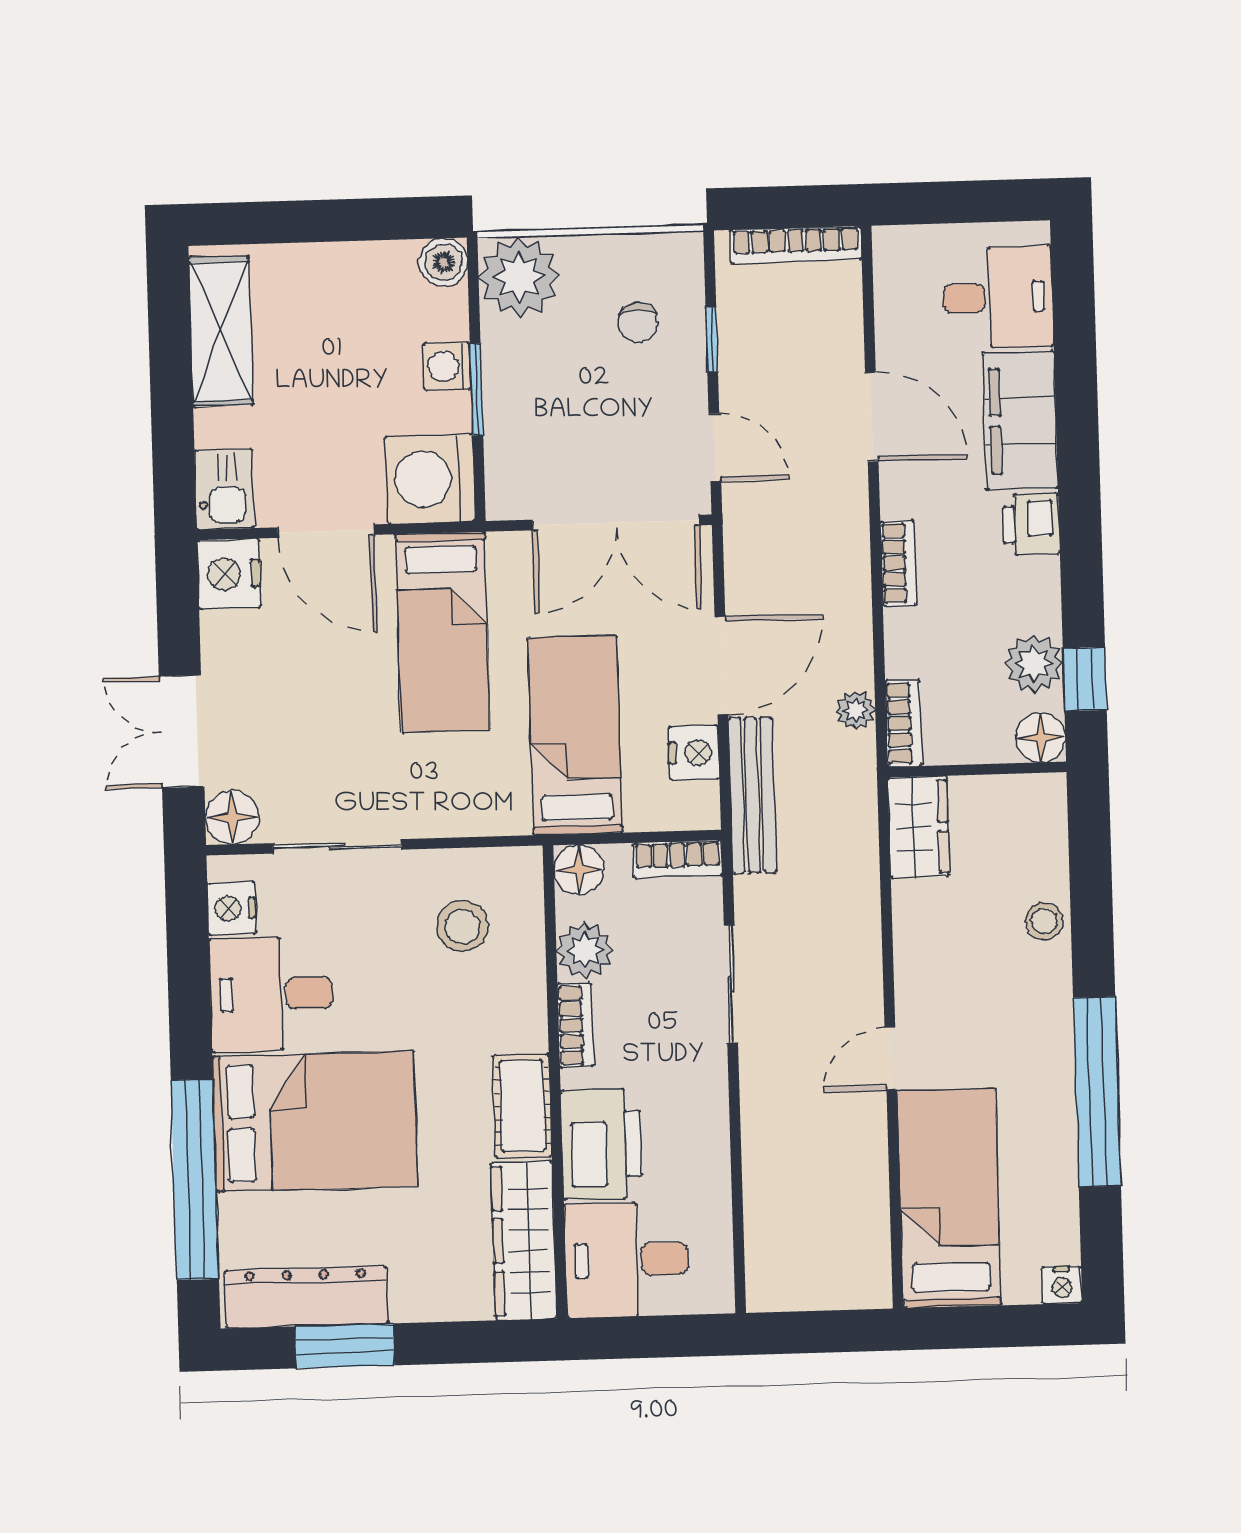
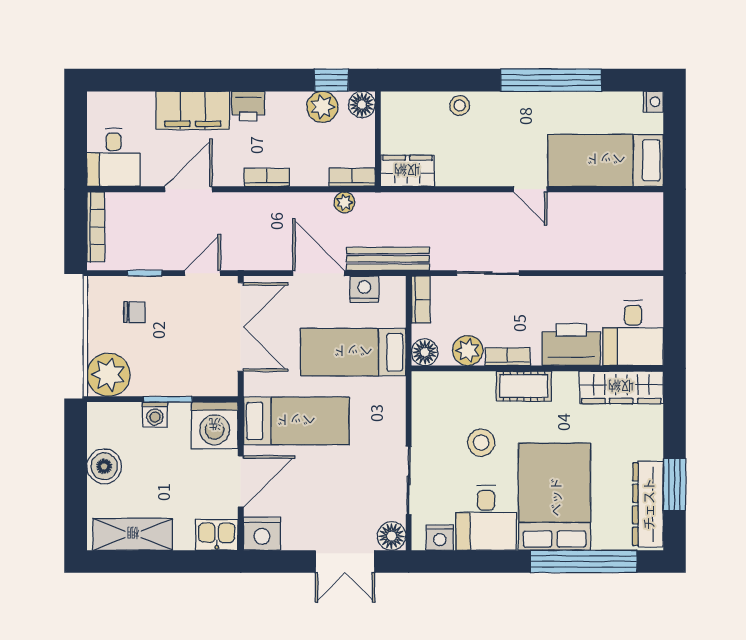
boiler: (444, 262) -> (104, 466), moved, width x1.36, depth x1.36
desk: (998, 297) -> (114, 158), moved, turned 180
stool: (463, 926) -> (481, 443), moved
cot: (522, 1106) -> (524, 386), moved

